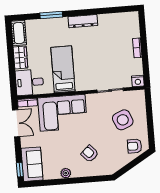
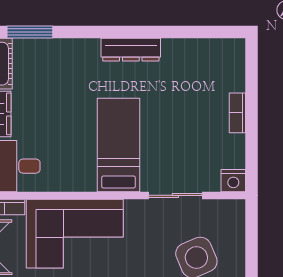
window: (51, 15) -> (30, 32), moved
bed: (63, 69) -> (118, 145), moved

